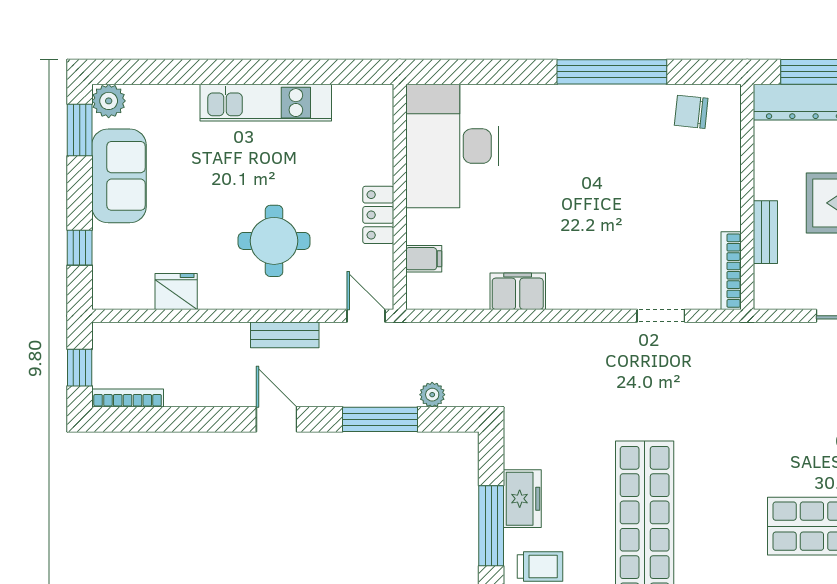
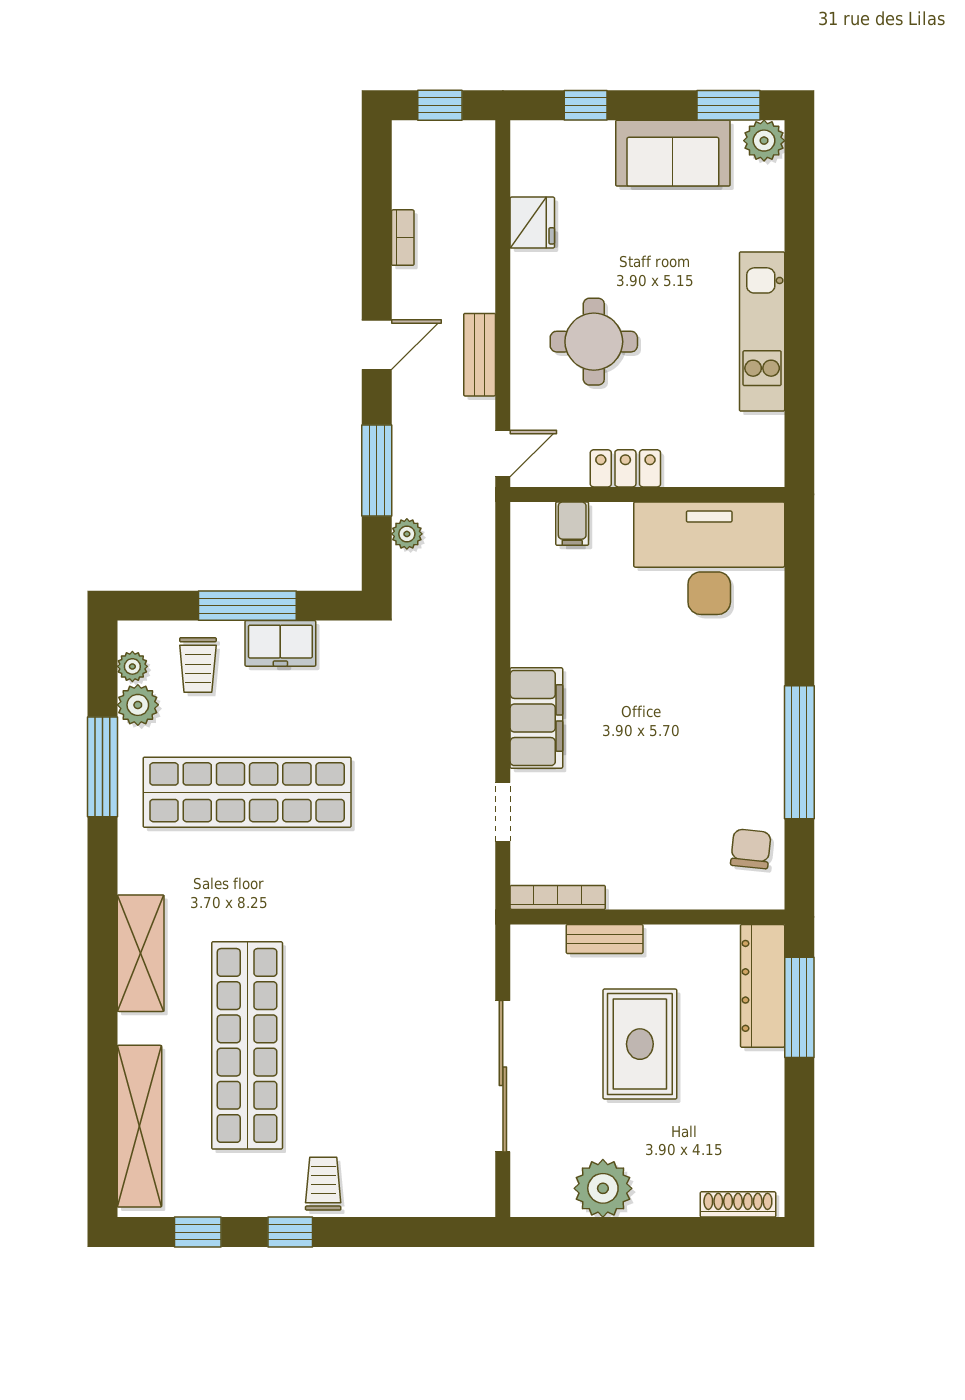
filing cabinet: (518, 291) -> (536, 718), moved, width x1.50, depth x1.17
bookcase: (128, 398) -> (403, 238), moved, width x0.64

